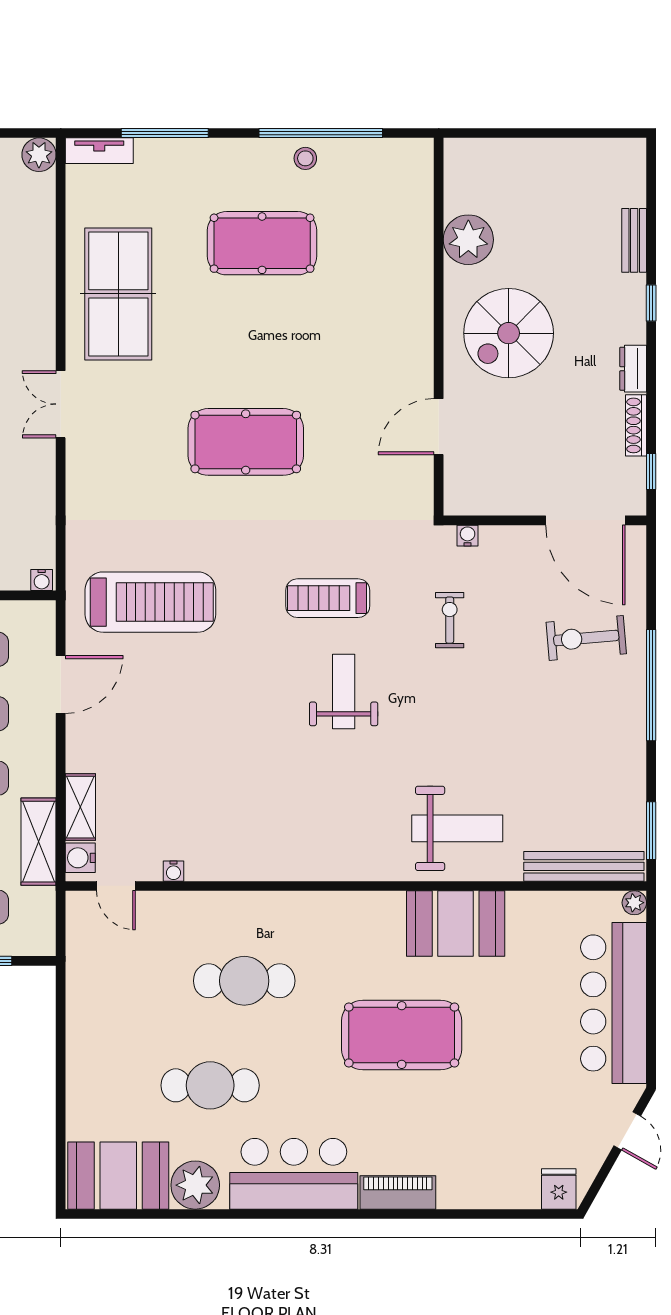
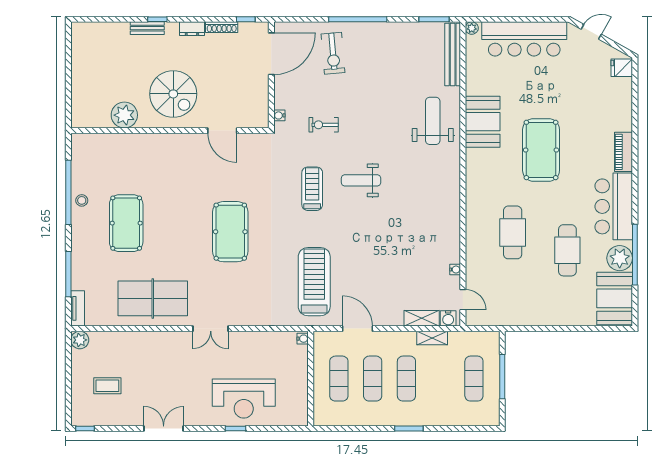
bench: (634, 240) -> (147, 28), moved
treadmill: (328, 598) -> (312, 189), turned 180
shelving: (38, 842) -> (432, 338), width x0.67, depth x0.75
door: (116, 886) -> (463, 300), hinge flipped
window: (202, 1214) -> (635, 255), added

